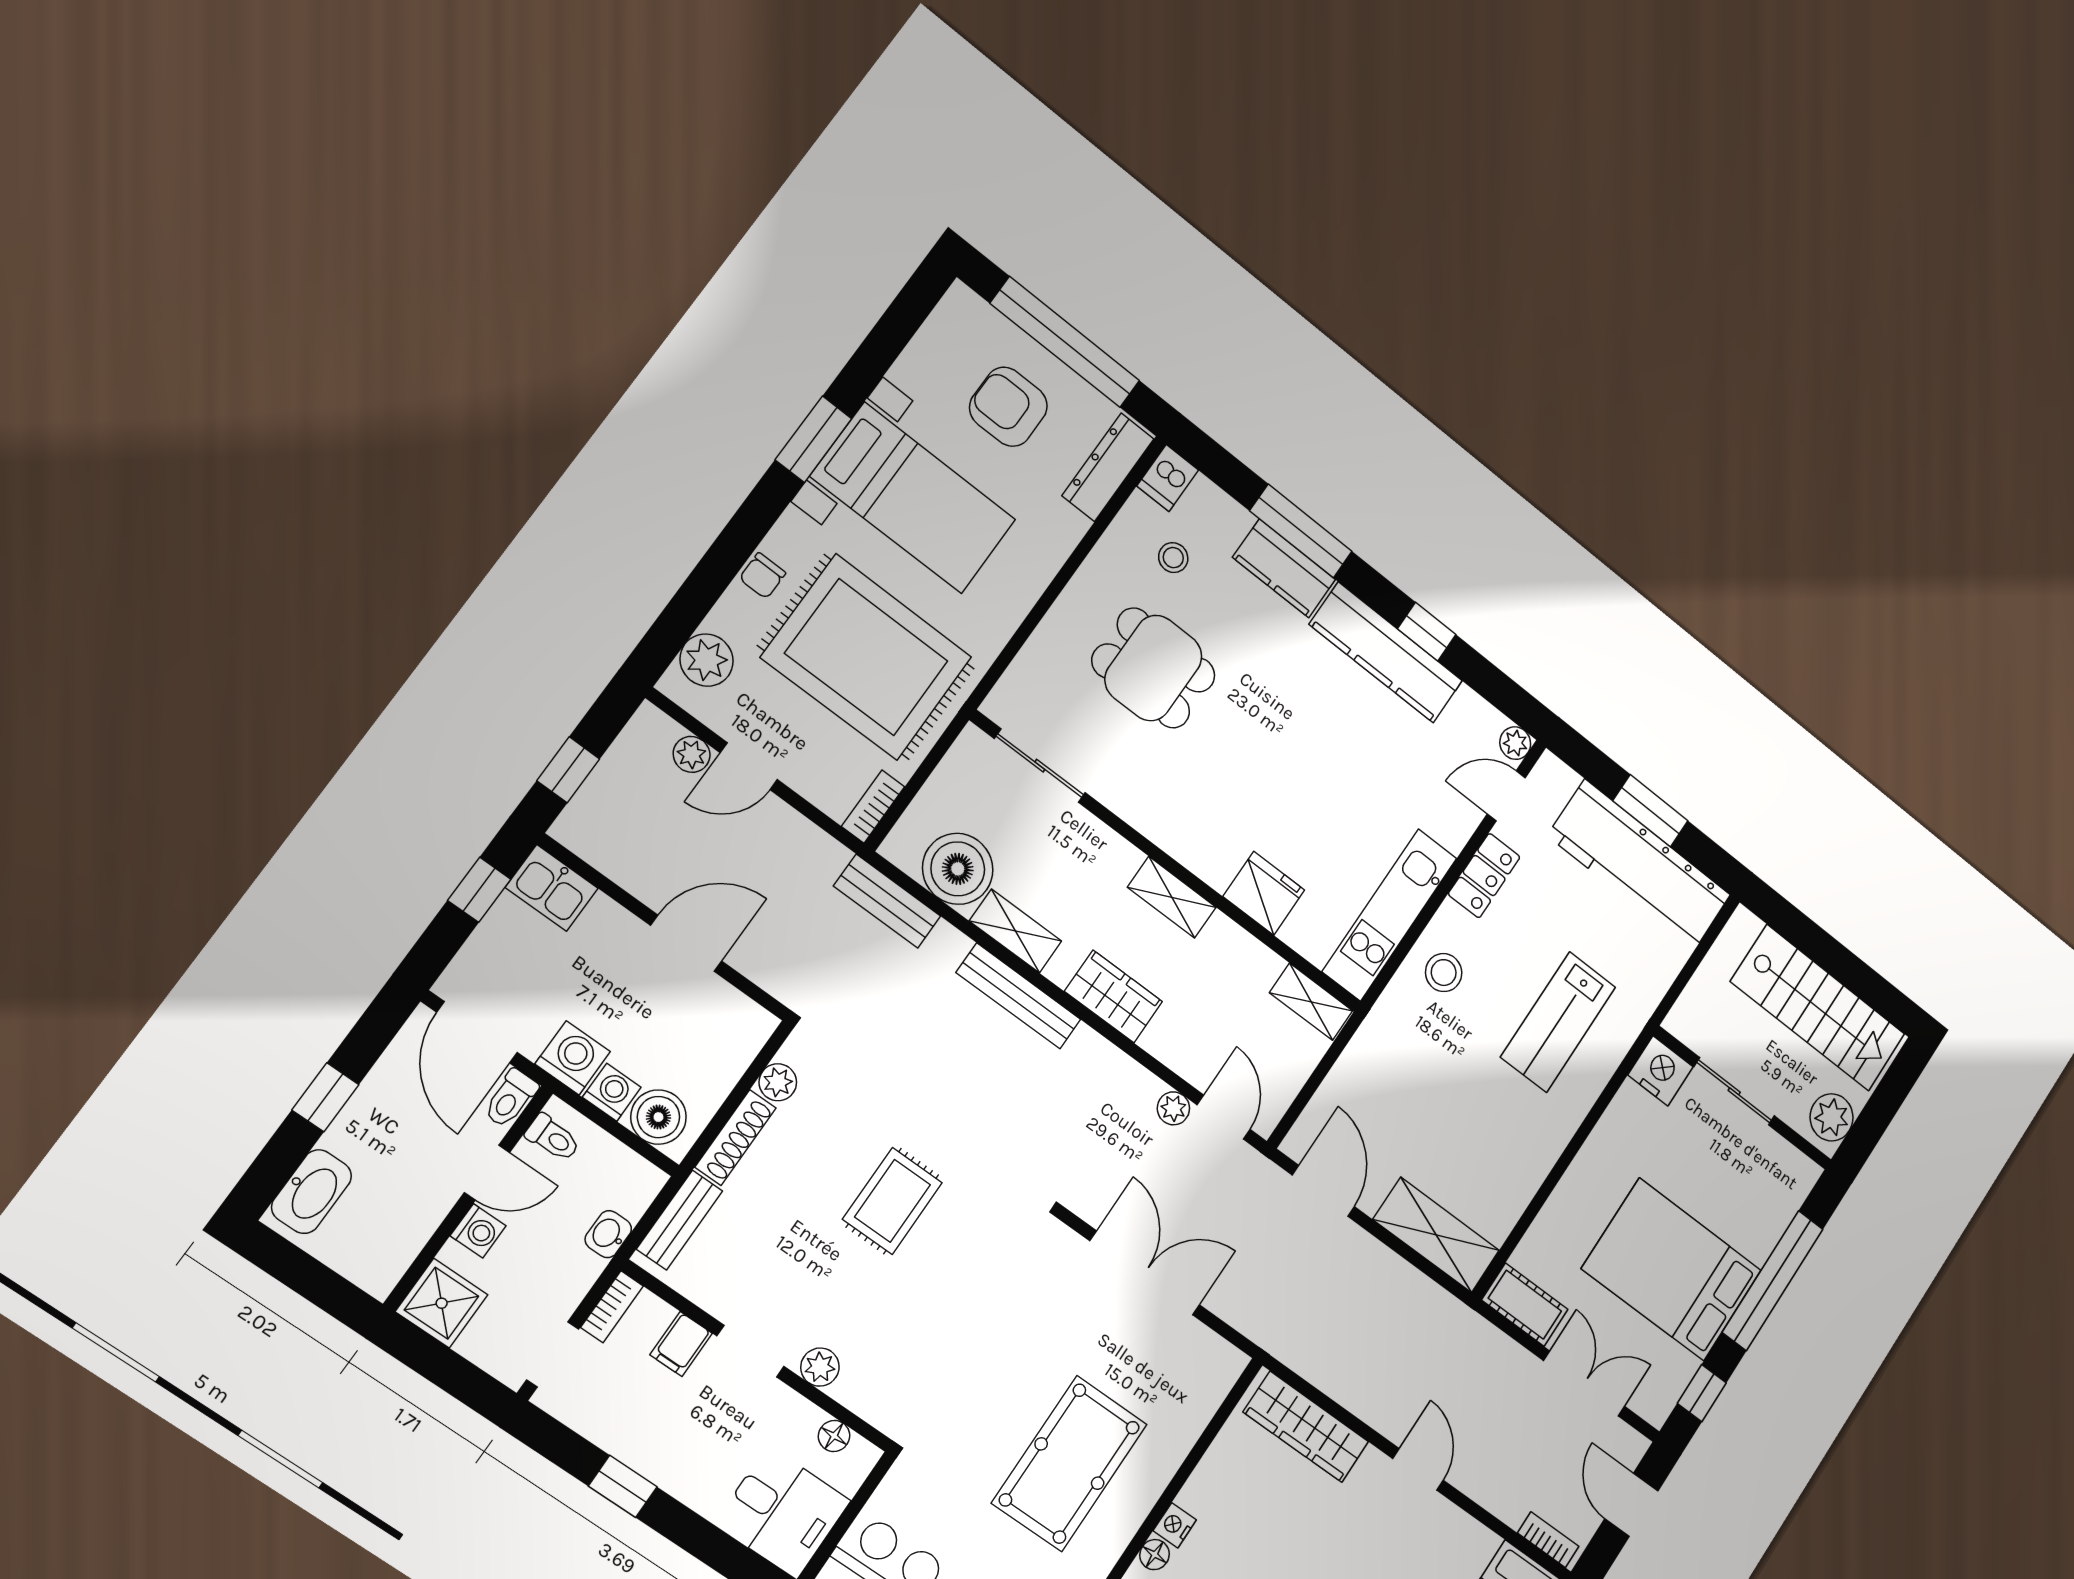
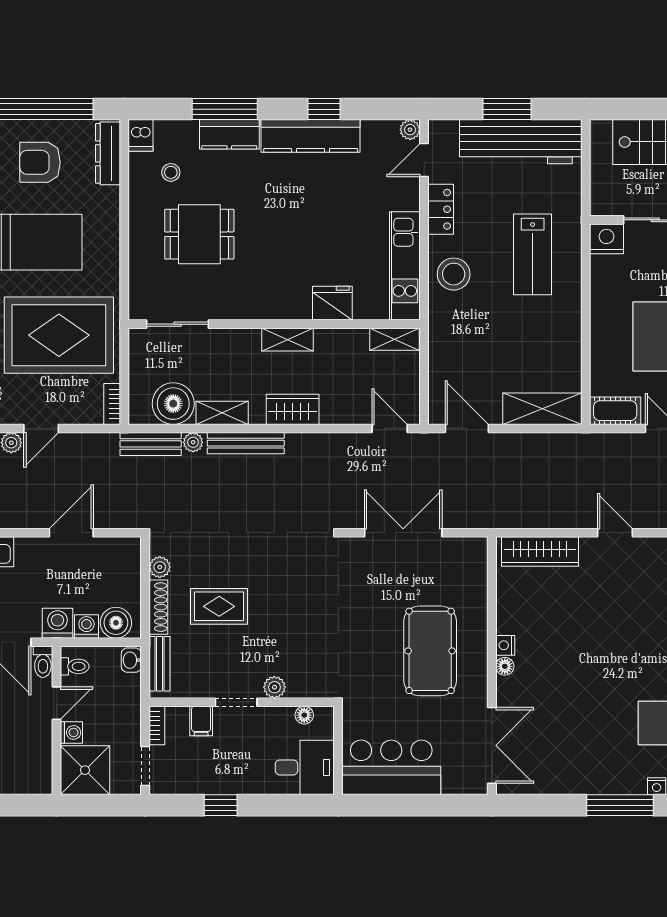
stool: (1444, 973) -> (454, 274), width x1.38, depth x1.38
plant: (1173, 1108) -> (193, 442), moved
rug: (892, 1201) -> (219, 606), moved, turned 90
washbasin: (608, 1234) -> (131, 660), moved
shower: (442, 1303) -> (85, 770), width x1.36, depth x1.36

